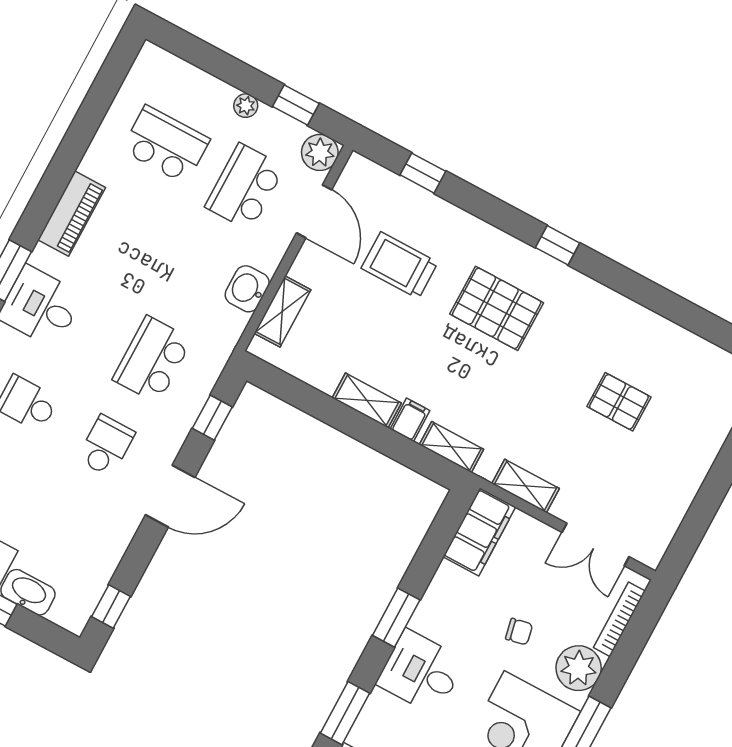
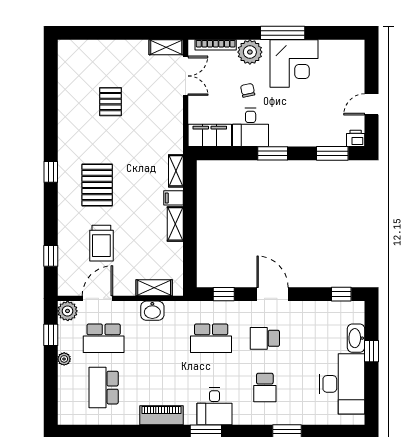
shelving: (526, 486) -> (166, 47), moved, turned 90
desk: (421, 672) -> (251, 127), moved

